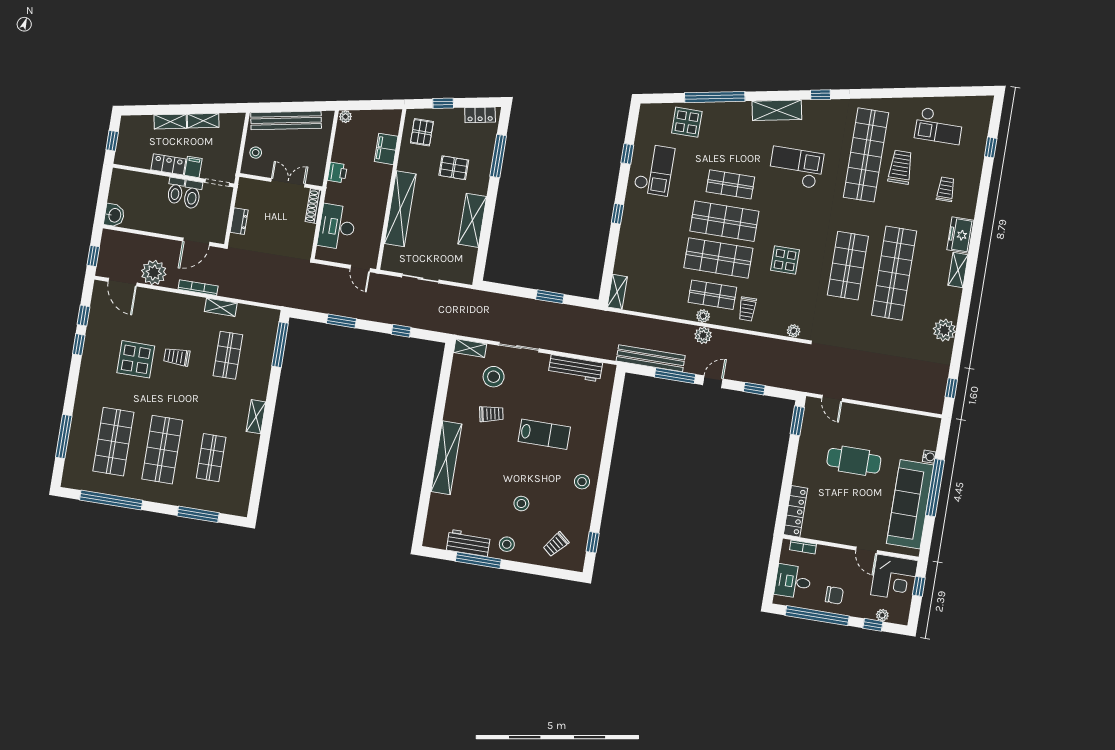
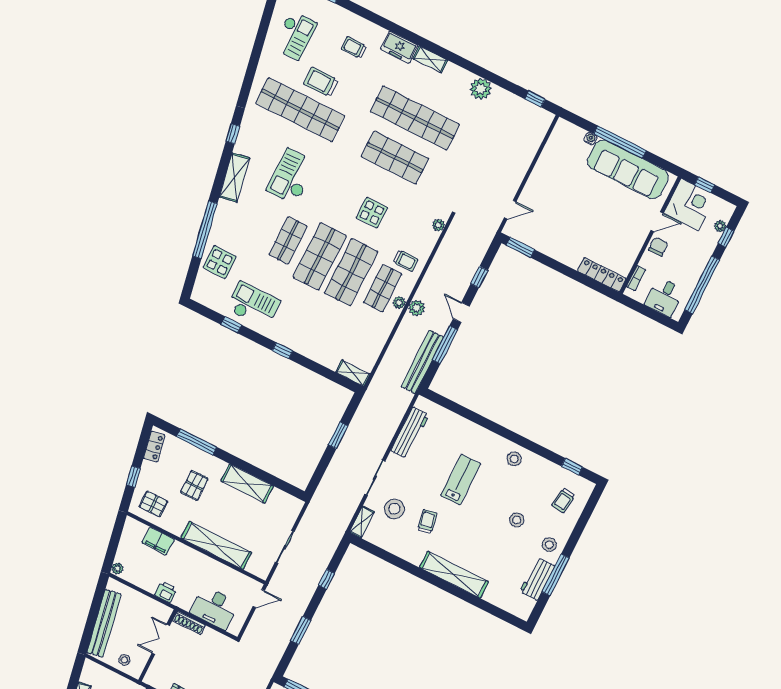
cafe table: (854, 461) -> (573, 208), removed
trolley: (556, 544) -> (563, 500), turned 57
chair: (834, 595) -> (658, 247), moved

